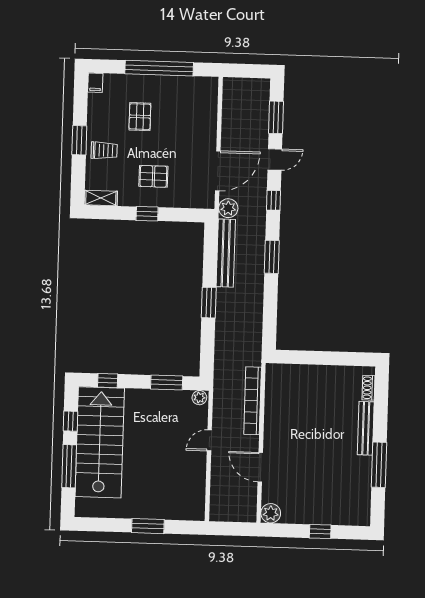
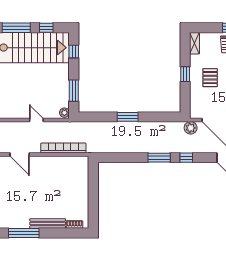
window: (273, 200) -> (186, 158), moved
bench: (226, 253) -> (161, 127), removed
door: (260, 467) -> (20, 154), swing flipped

